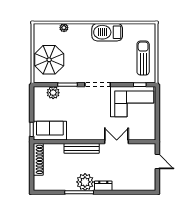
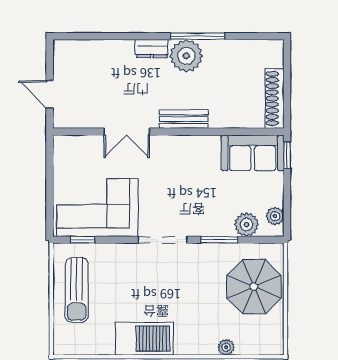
plant: (38, 97) -> (275, 216), added
bench: (82, 148) -> (184, 119), width x0.73

